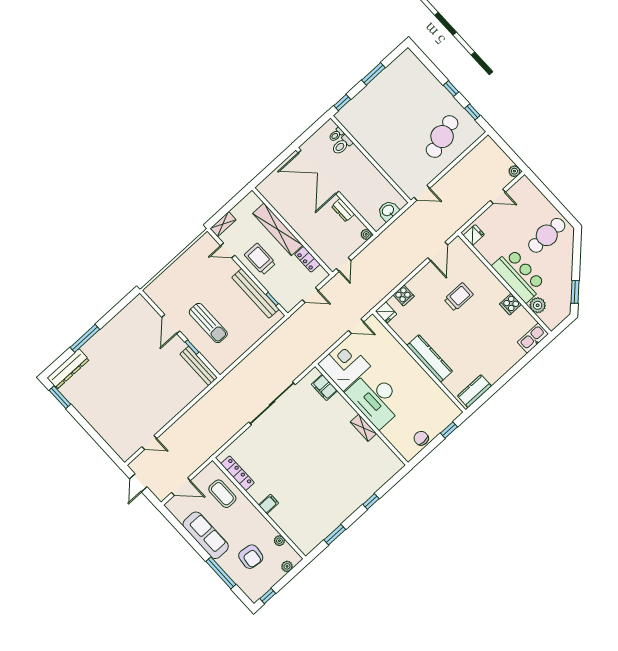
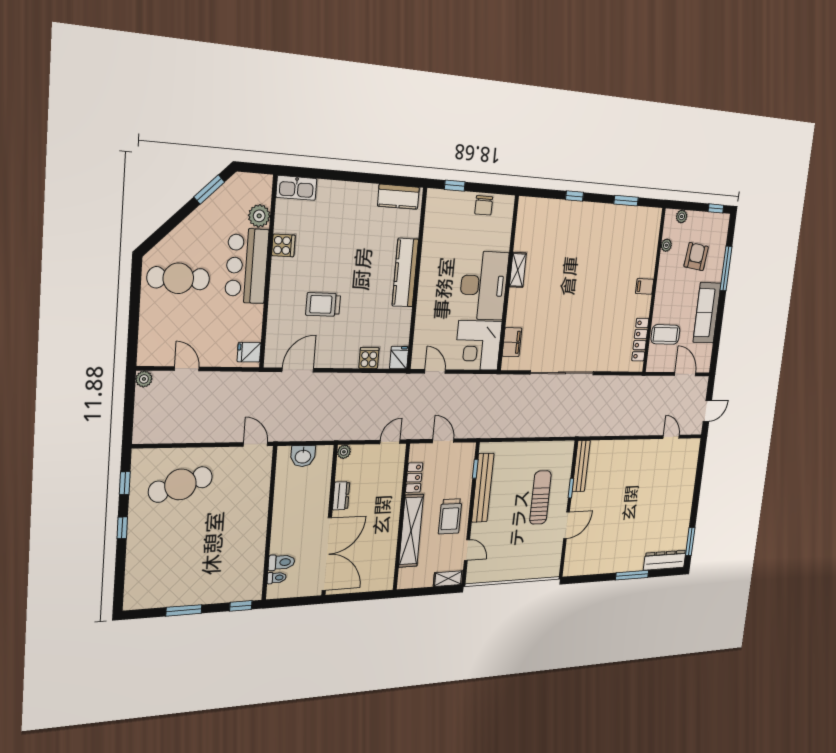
coffee table: (222, 494) -> (665, 334), turned 90

